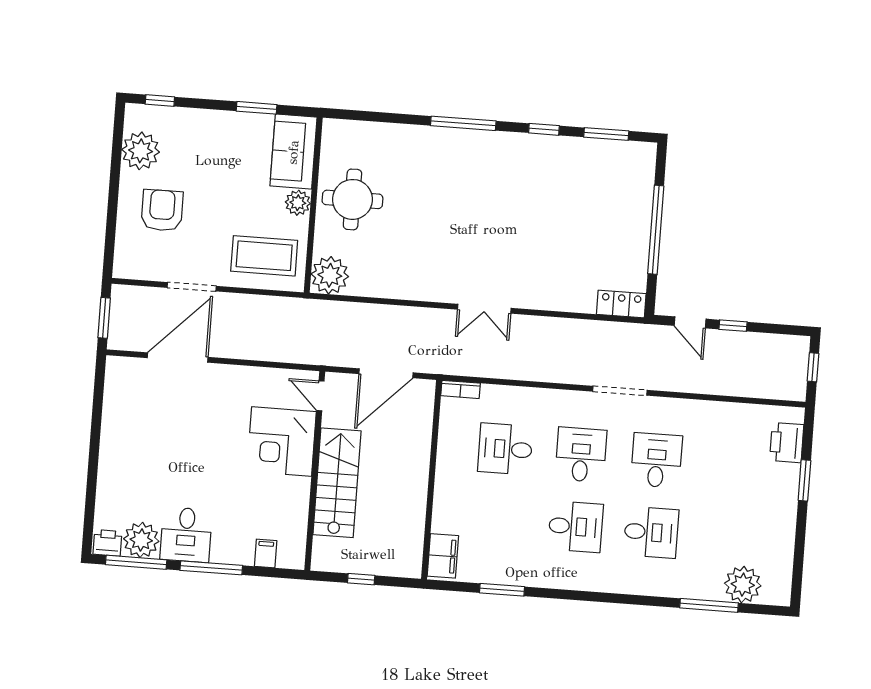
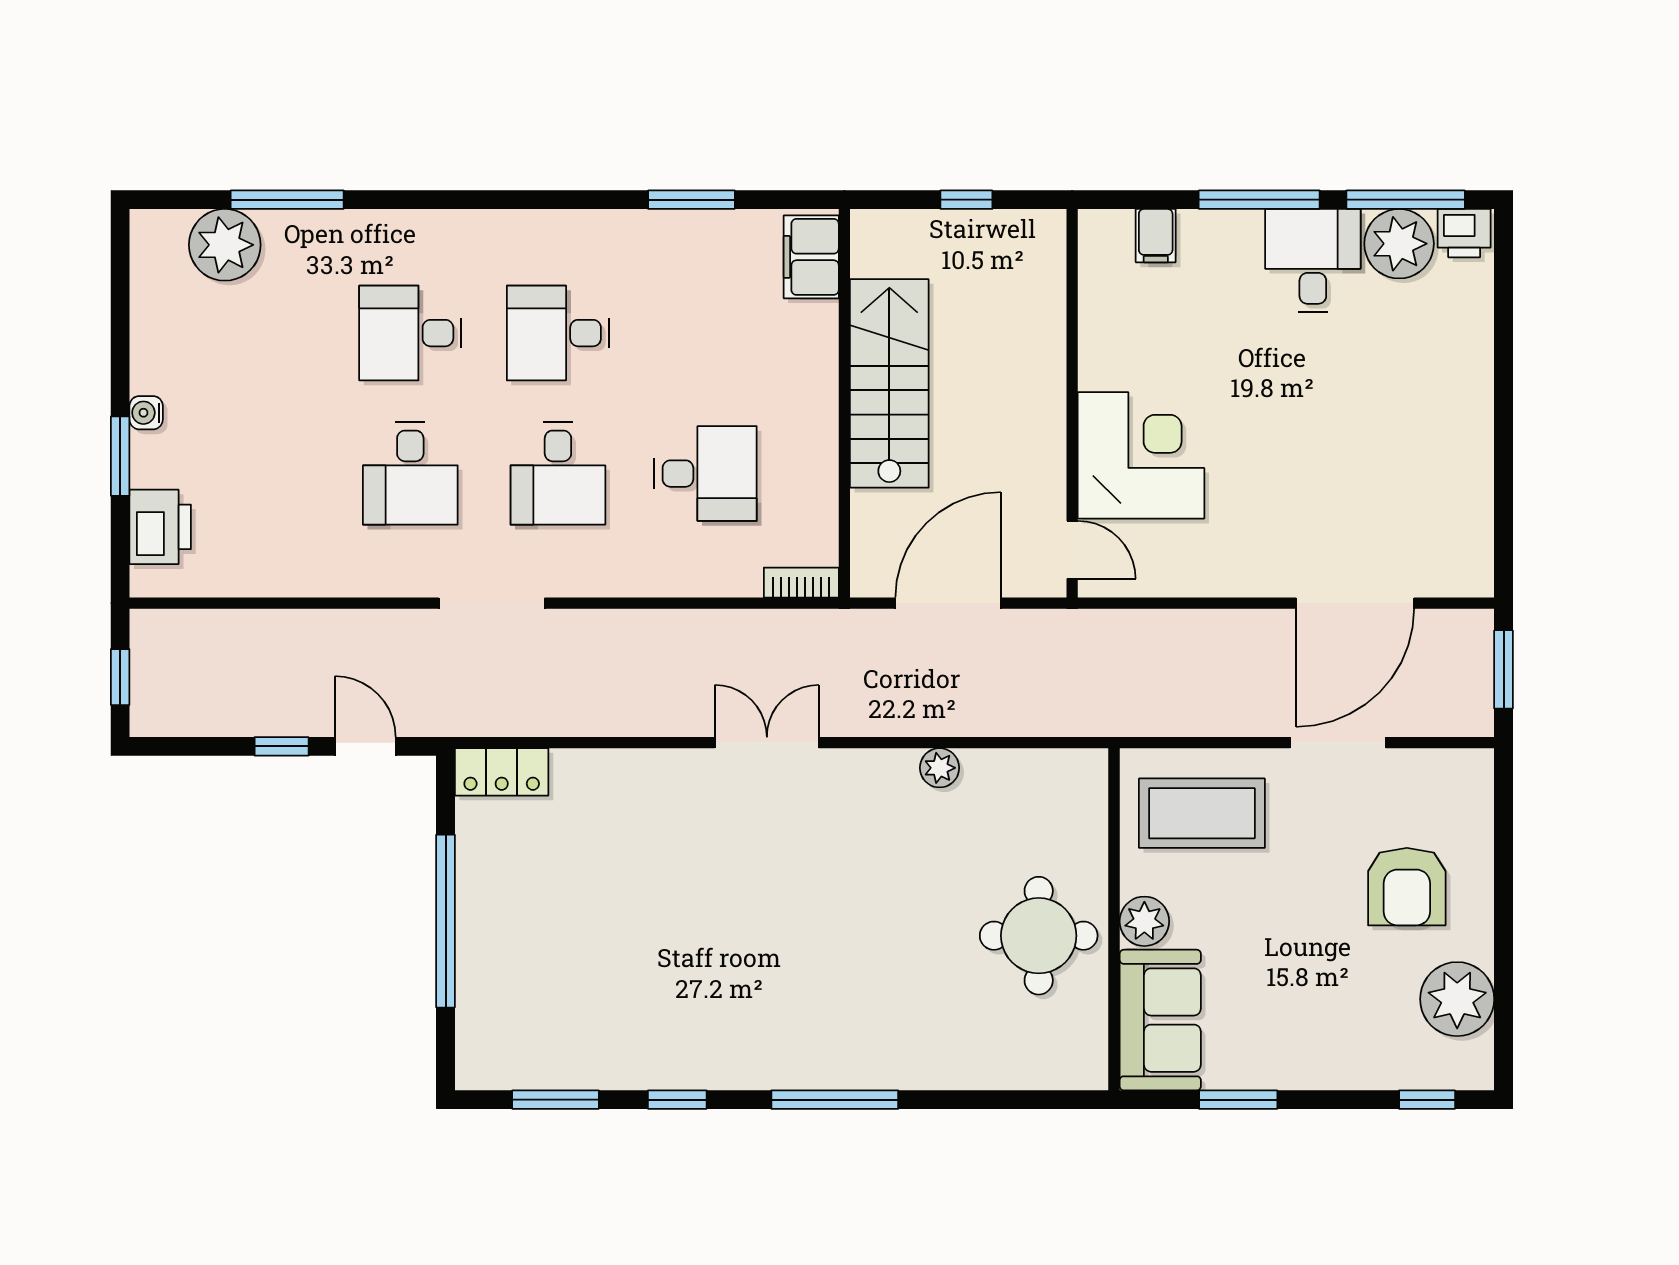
plant: (330, 275) -> (940, 768), moved, width x0.53, depth x0.53
stairs: (337, 483) -> (889, 383), moved, turned 180
water cooler: (790, 502) -> (146, 413), added

